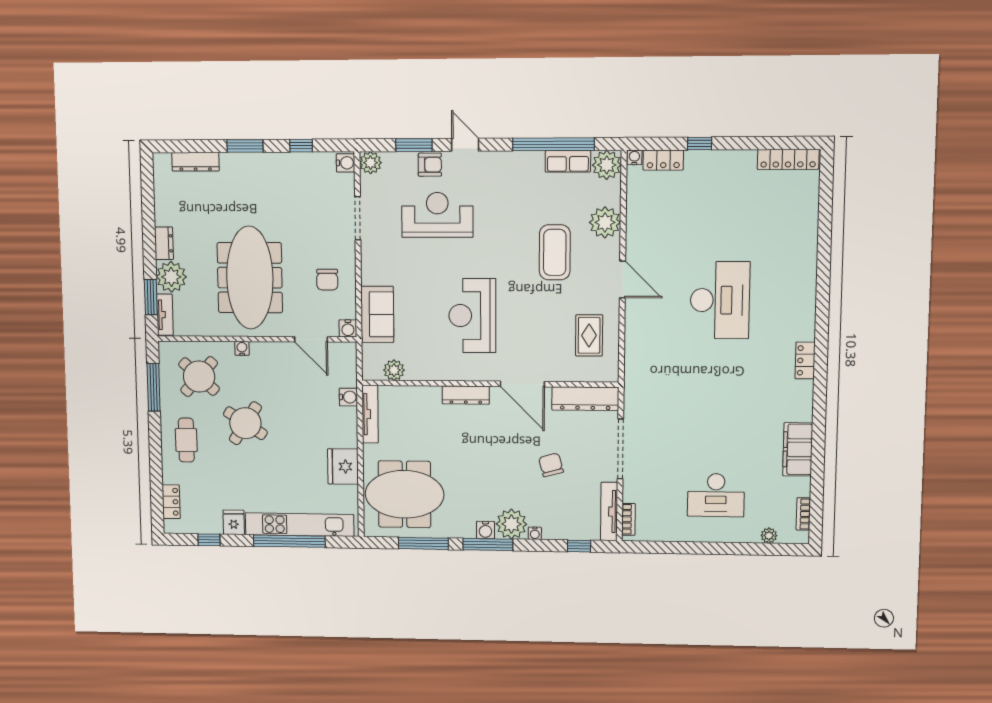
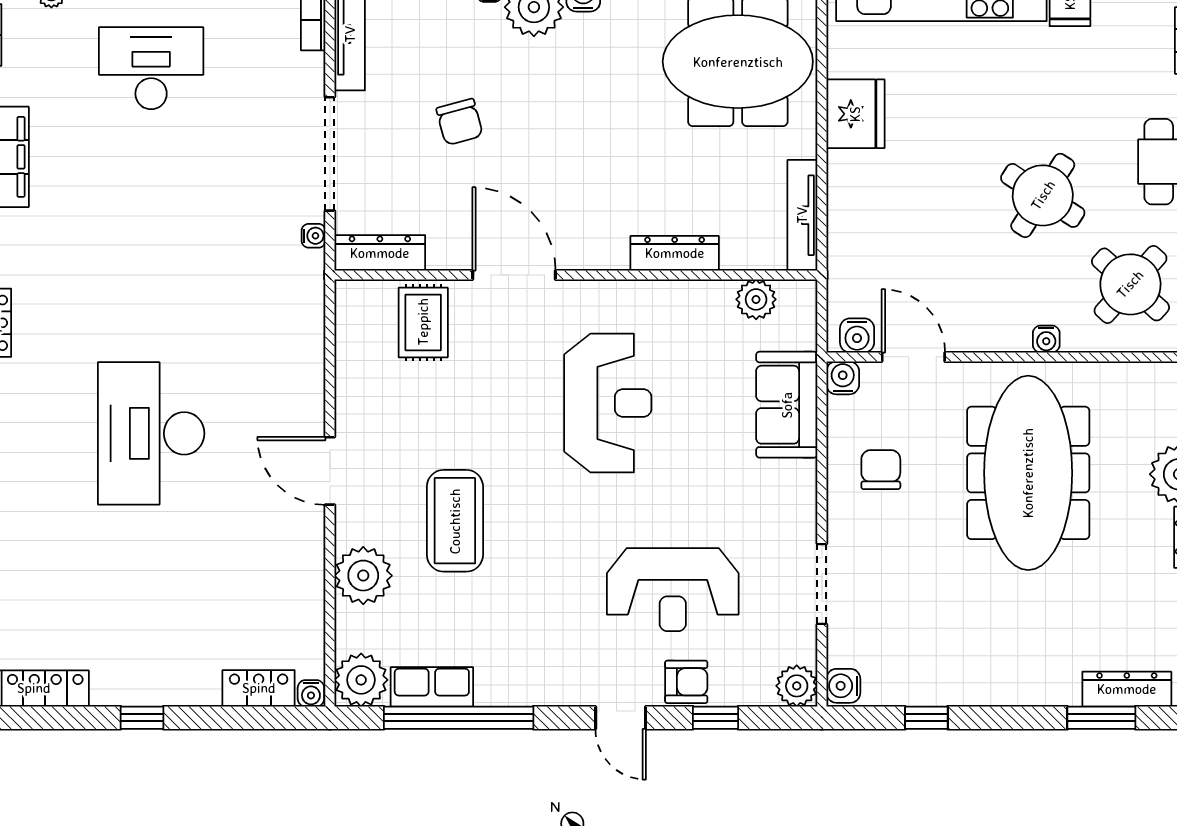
window: (700, 143) -> (142, 718), moved
window: (414, 145) -> (716, 718), width x0.67
window: (245, 146) -> (1101, 718), moved
armchair: (430, 165) -> (686, 682), turned 180
rug: (589, 335) -> (423, 322), moved
dresser: (466, 395) -> (675, 253), moved
water cooler: (348, 397) -> (857, 335), moved, turned -90
dresser: (585, 399) -> (380, 253), width x0.73, depth x0.80
water cooler: (630, 406) -> (314, 236), added

